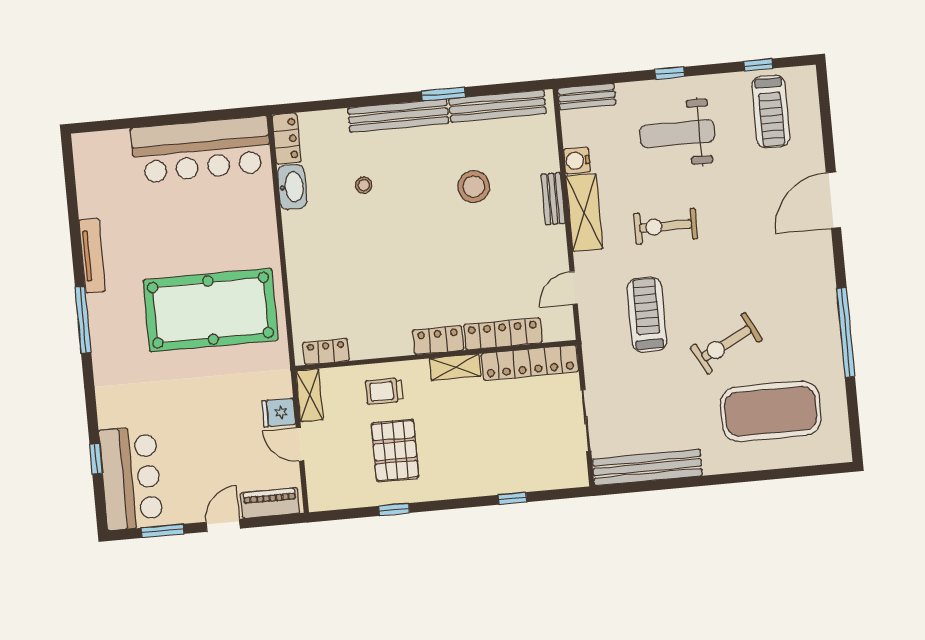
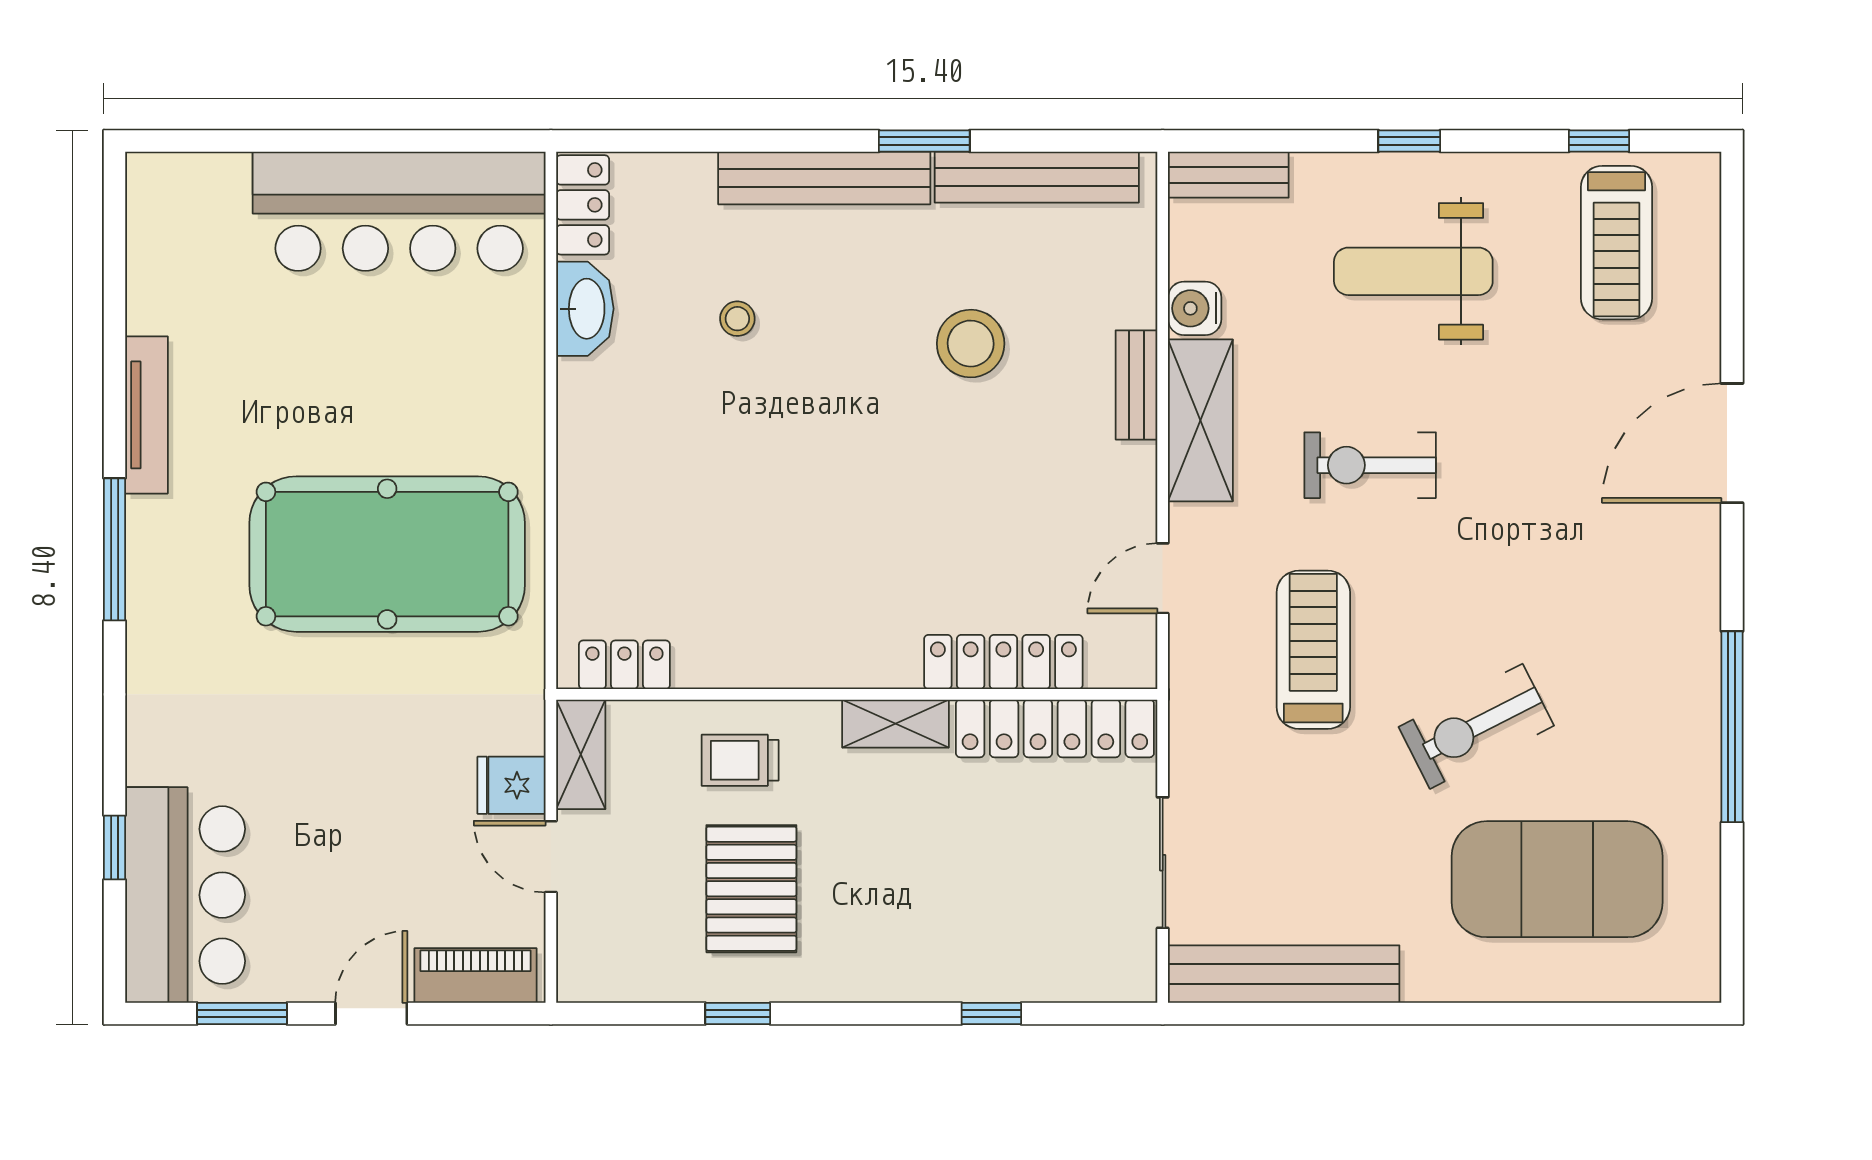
locker: (438, 340) -> (865, 662), removed

